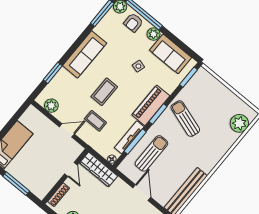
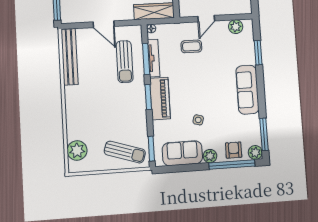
coffee table: (104, 92) -> (206, 75), removed
sun lounger: (185, 119) -> (125, 152), moved

